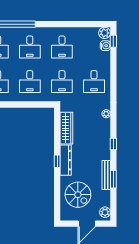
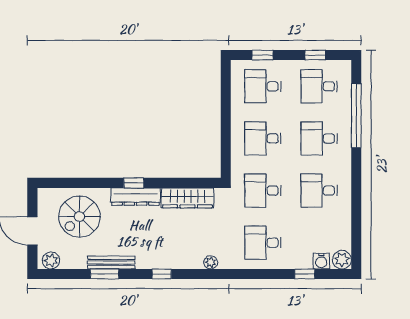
window: (113, 41) -> (305, 274), moved

